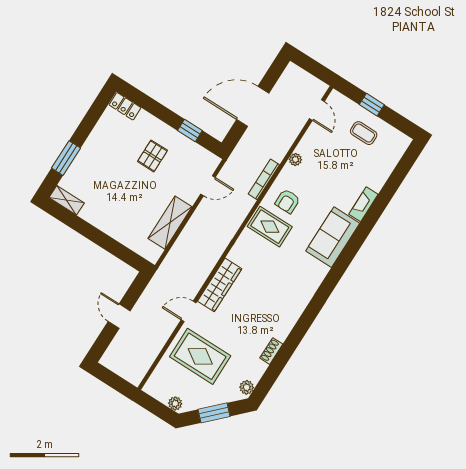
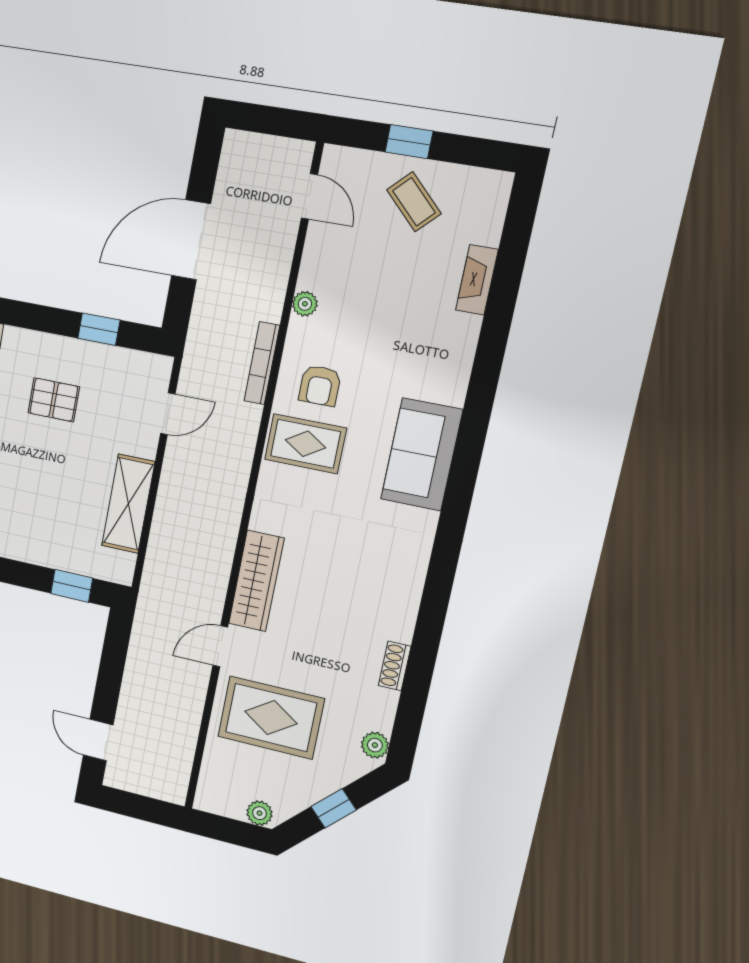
coffee table: (364, 133) -> (414, 202), turned 45
pallet: (152, 156) -> (54, 400), turned 90
fireplace: (363, 204) -> (477, 280), moved
sofa: (333, 237) -> (422, 454), moved
window: (123, 253) -> (72, 586), added
door: (119, 316) -> (98, 740), moved
window: (214, 413) -> (334, 808), width x0.67

